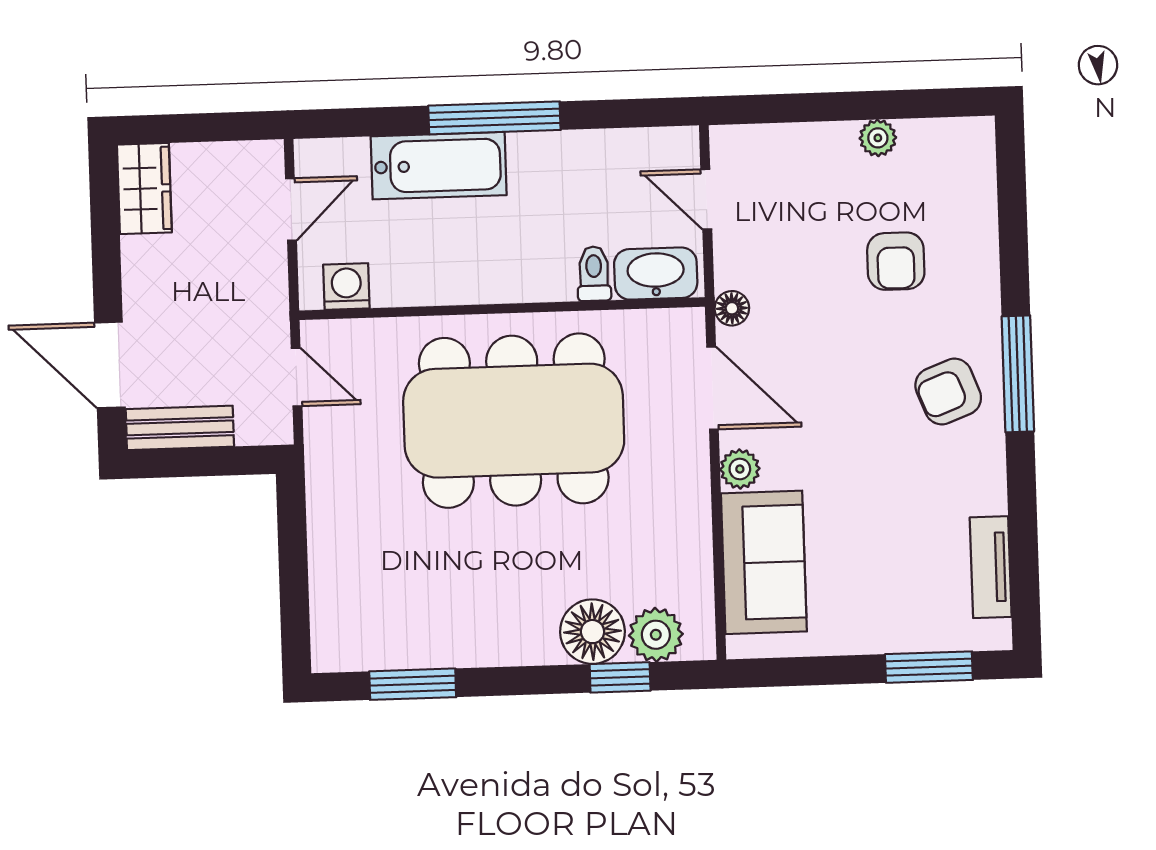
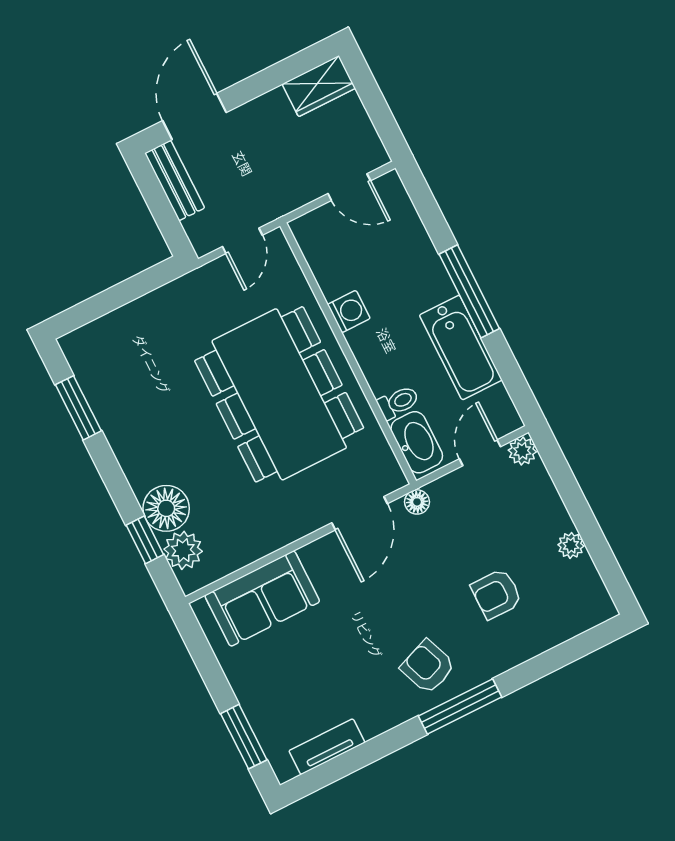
bathtub: (439, 166) -> (461, 347), moved
washing machine: (346, 287) -> (349, 311), moved
plant: (740, 469) -> (522, 451), moved

